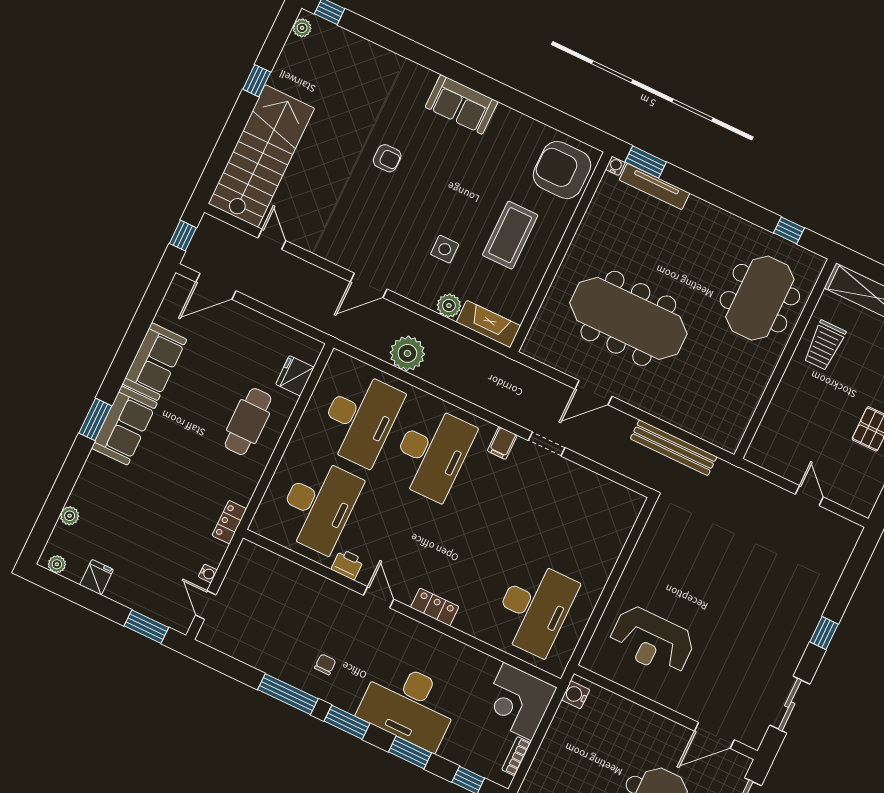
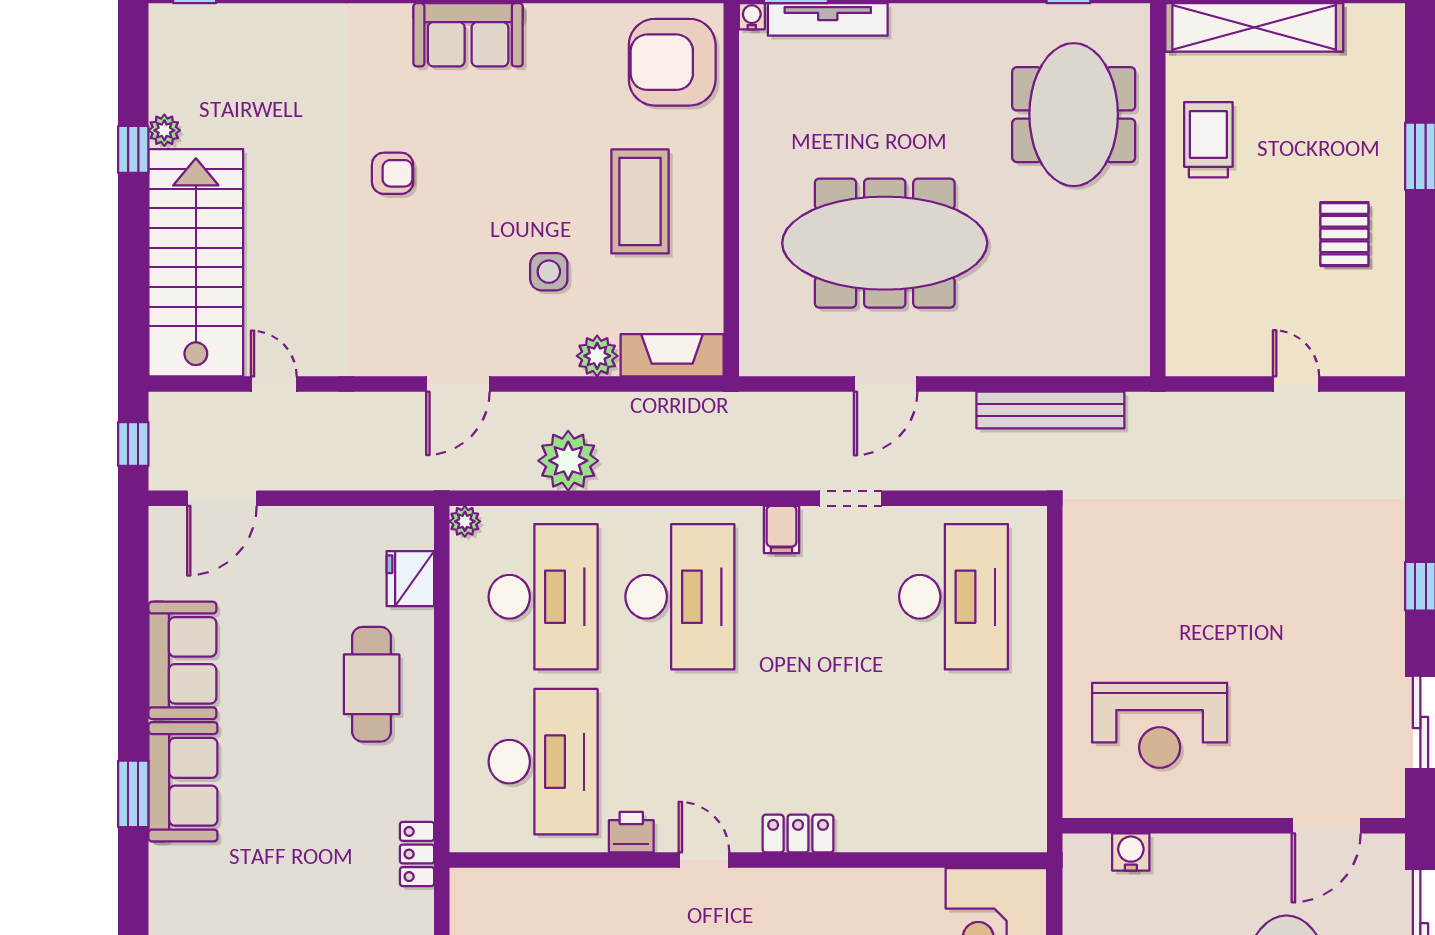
plant: (302, 28) -> (164, 130), moved
trolley: (824, 345) -> (1208, 140), turned 180
plant: (338, 359) -> (465, 521), added
desk: (535, 608) -> (954, 597), moved
water cooler: (576, 695) -> (1131, 852), moved, turned 90

